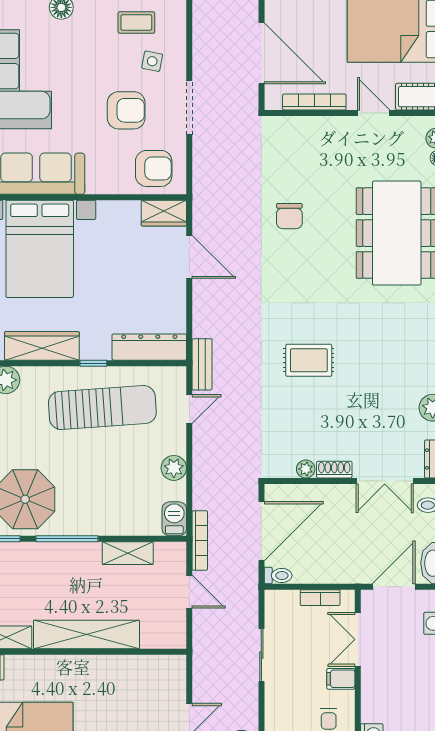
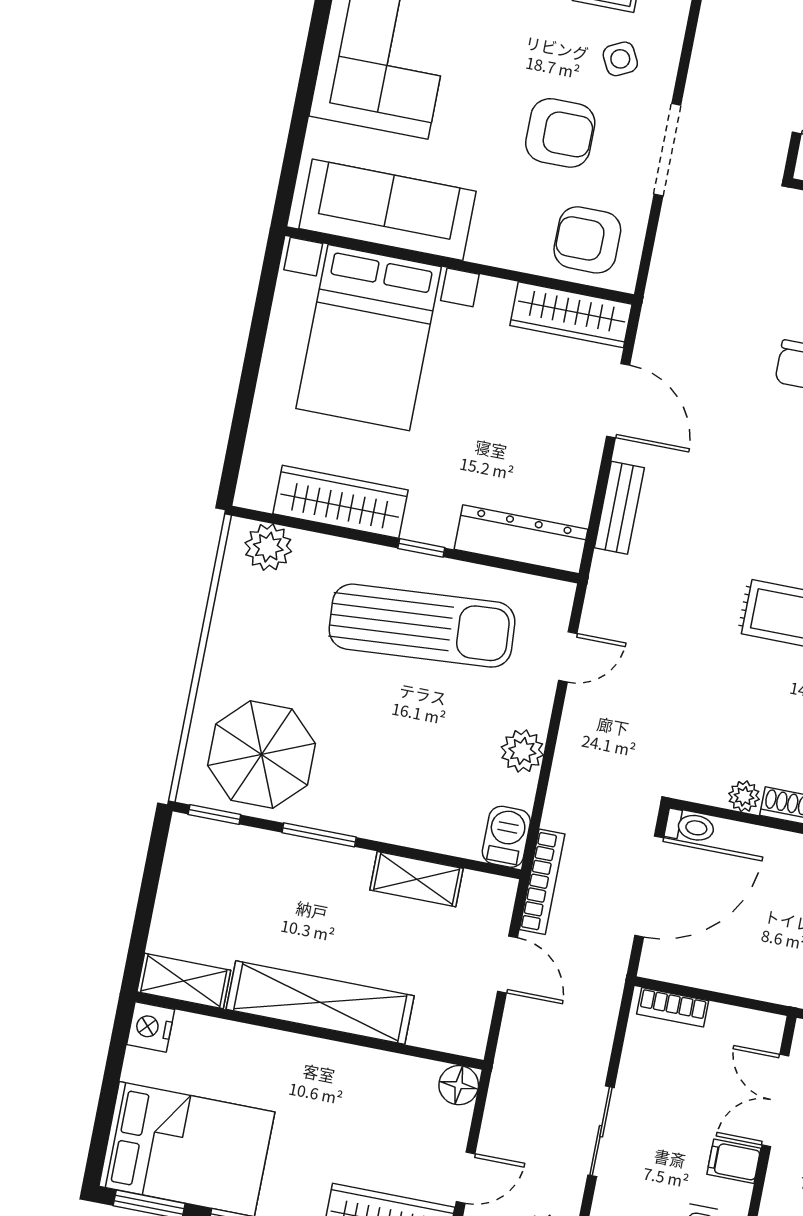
side table: (152, 61) -> (620, 59), turned -38
armchair: (154, 168) -> (587, 240), turned 180
wardrobe: (164, 213) -> (571, 315), width x1.50
bench: (202, 364) -> (619, 508), moved
window: (67, 539) -> (319, 835), width x0.69
toilet: (278, 576) -> (690, 827), moved
bookcase: (320, 598) -> (673, 1007), moved
sliding door: (261, 655) -> (601, 1131), moved
floor lamp: (175, 666) -> (459, 1085), added

